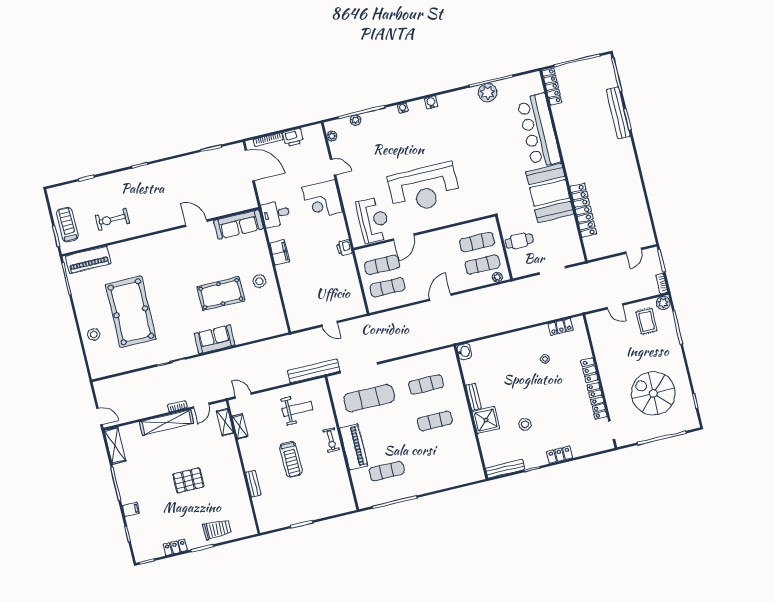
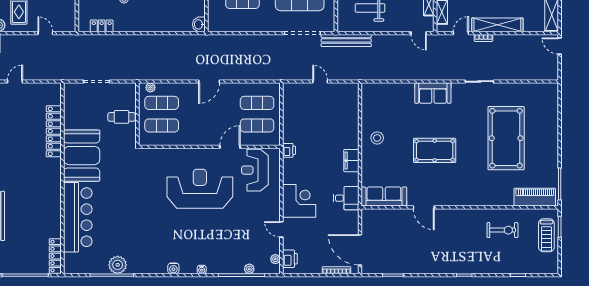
printer: (293, 138) -> (290, 259), moved, turned 90
pool table: (221, 294) -> (435, 150), moved
stool: (94, 334) -> (546, 125), removed

